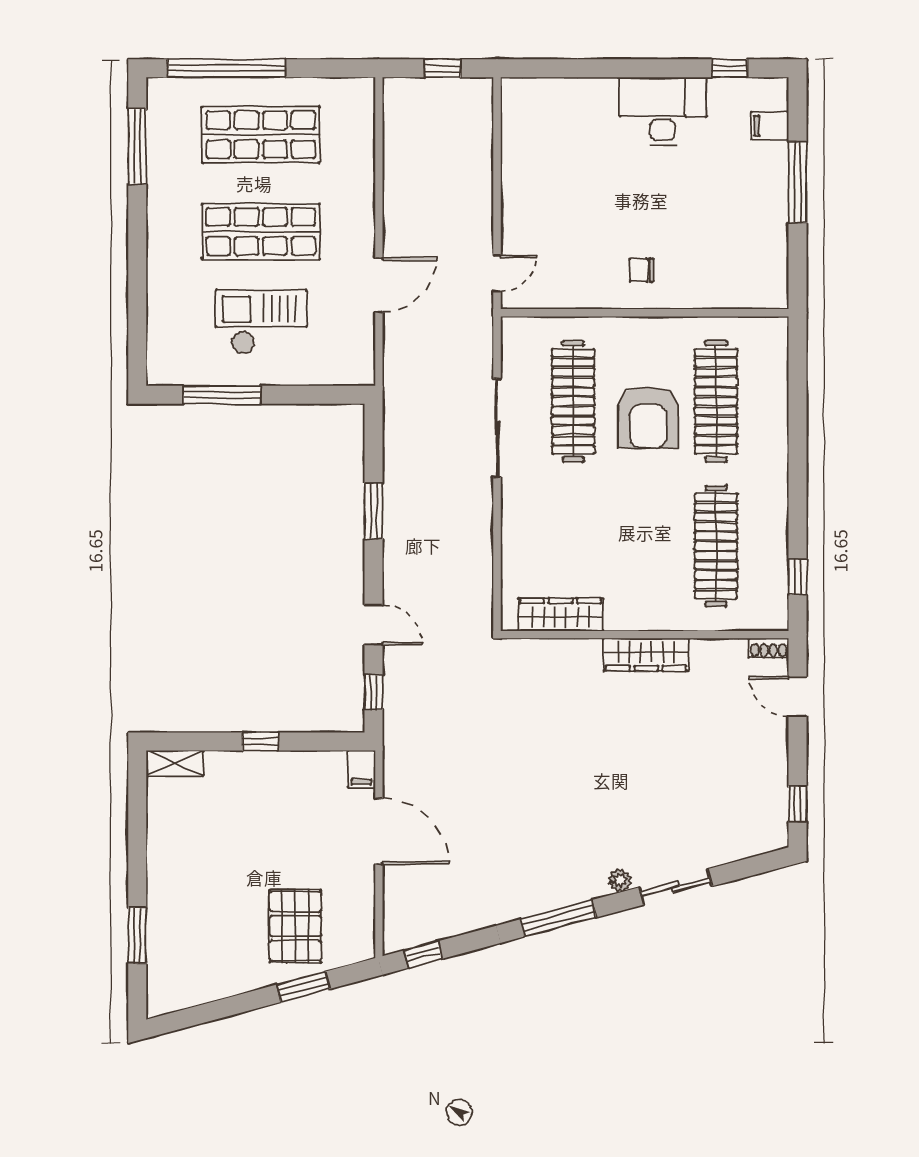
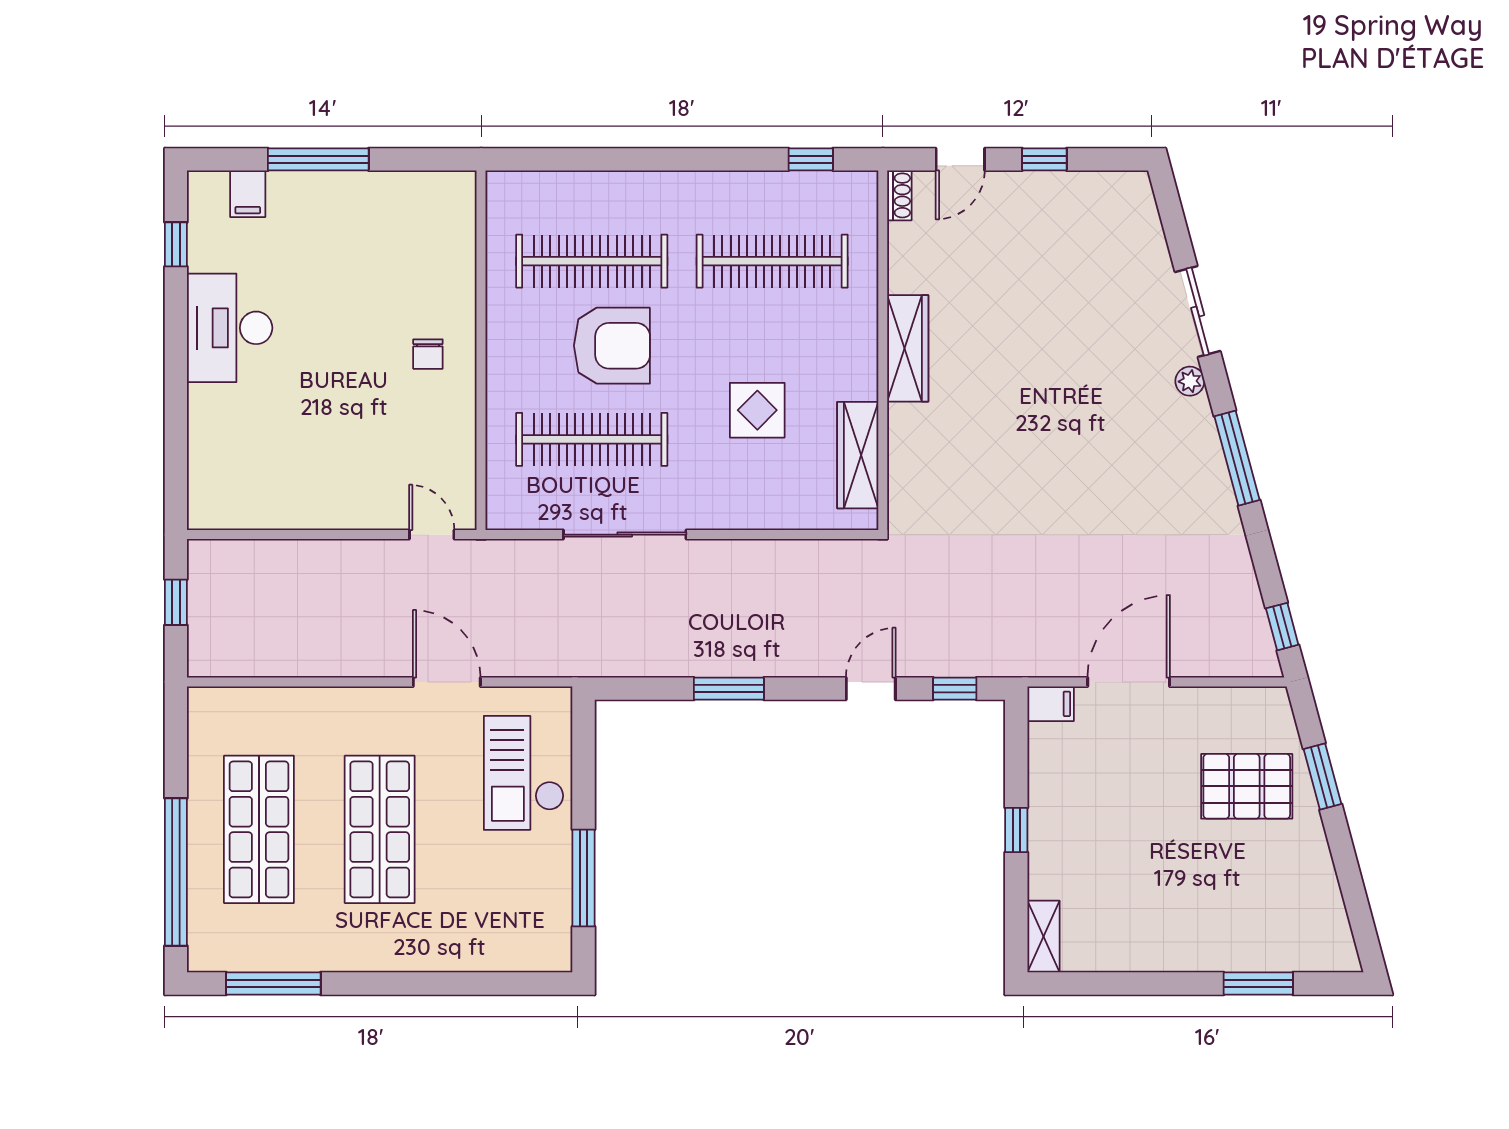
checkout: (261, 322) -> (524, 773), moved
display table: (597, 534) -> (757, 410), added
window: (798, 804) -> (1044, 159), moved

